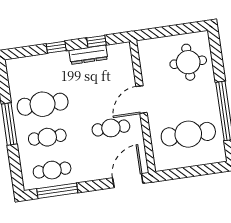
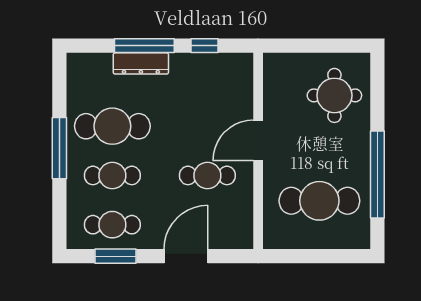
window: (56, 47) -> (144, 46), width x2.17
dresser: (88, 55) -> (141, 63), moved
door: (128, 181) -> (186, 256), moved
window: (57, 191) -> (116, 256), width x0.69

